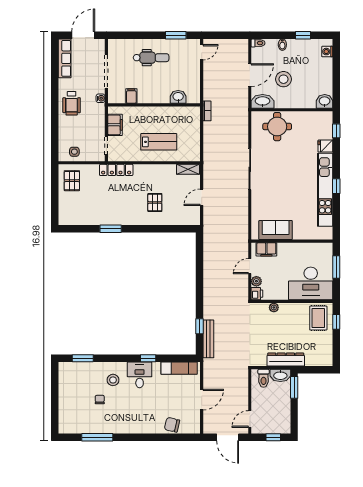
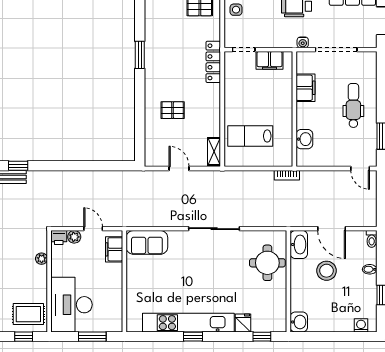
dental chair: (151, 58) -> (353, 105), turned 180
filing cabinet: (131, 96) -> (306, 88), width x2.00
lab bench: (159, 142) -> (250, 136), moved, turned 90
sofa: (276, 230) -> (147, 242), moved, turned 90

